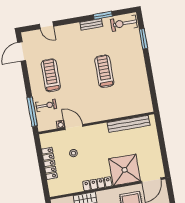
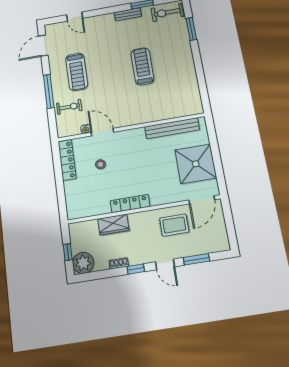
treadmill: (51, 75) -> (77, 72), turned 180
window: (32, 112) -> (49, 91), moved
locker: (49, 163) -> (67, 160), moved
shower: (125, 170) -> (196, 164), moved

